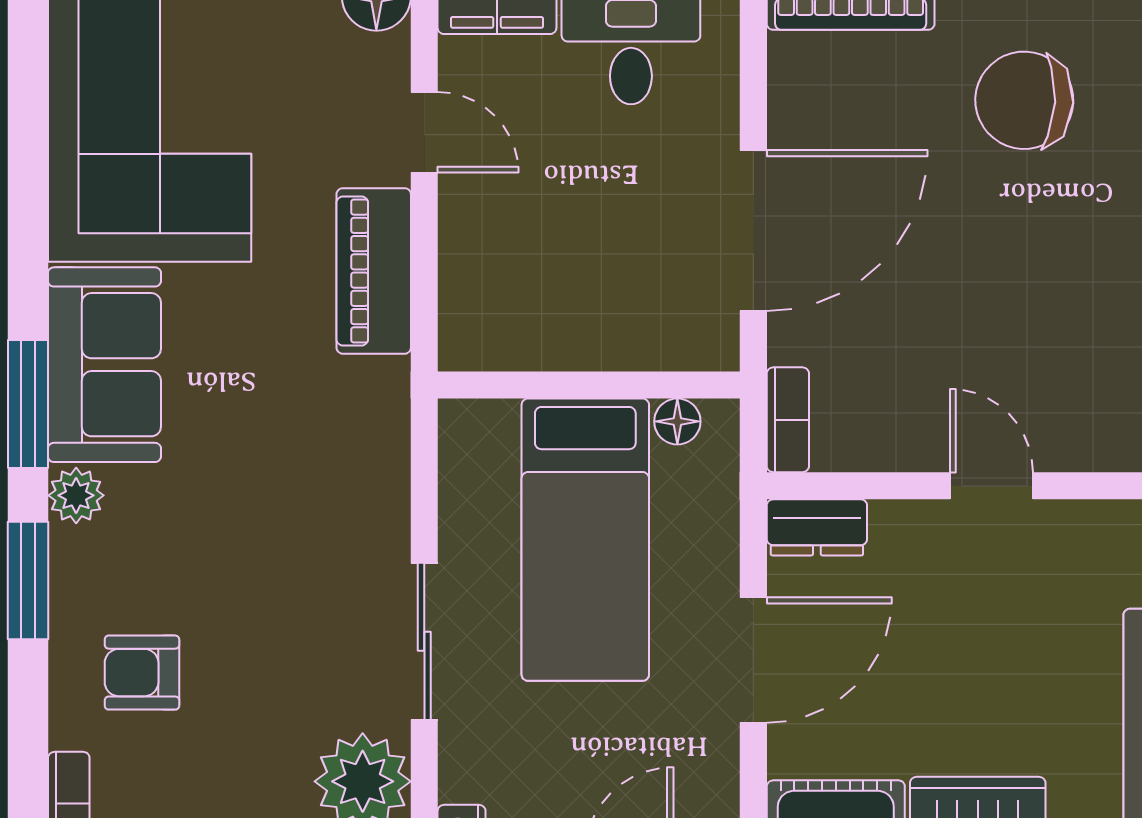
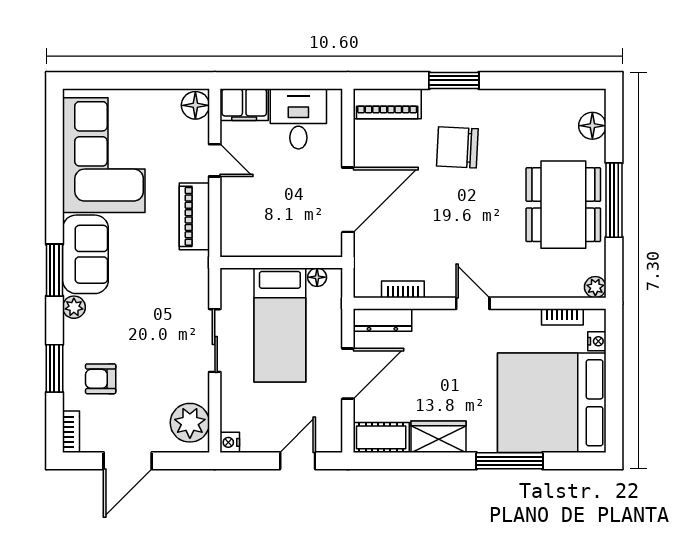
bookcase: (788, 420) -> (403, 289), moved, turned -90
door: (991, 486) -> (473, 303), moved
dresser: (817, 527) -> (382, 320), width x1.44
window: (28, 580) -> (54, 368), moved
sliding door: (424, 641) -> (215, 341), moved

